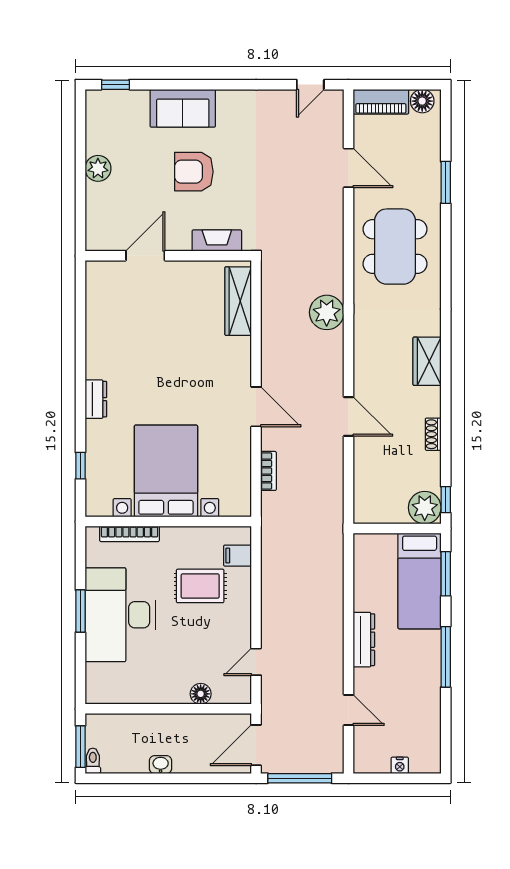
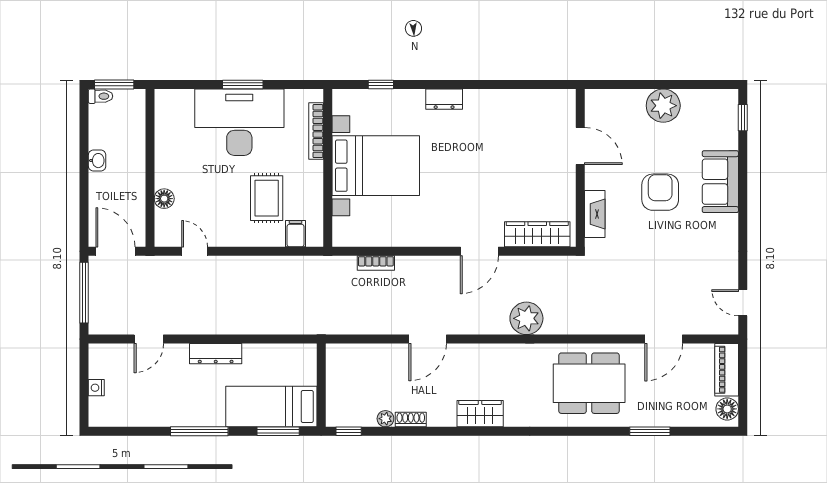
plant: (98, 168) -> (663, 106), width x1.36, depth x1.36
door: (256, 407) -> (479, 251), moved
plant: (425, 508) -> (385, 419), moved, width x0.53, depth x0.53

